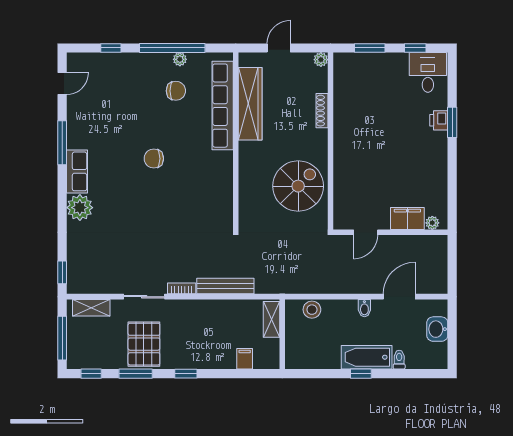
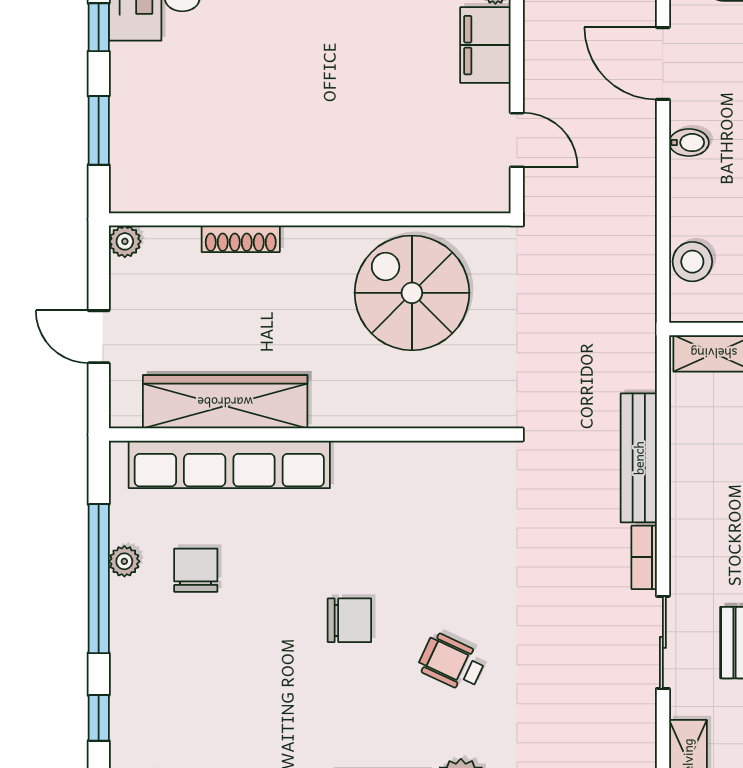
chair: (154, 159) -> (349, 620), turned -90
wheelchair: (135, 204) -> (452, 663), added

